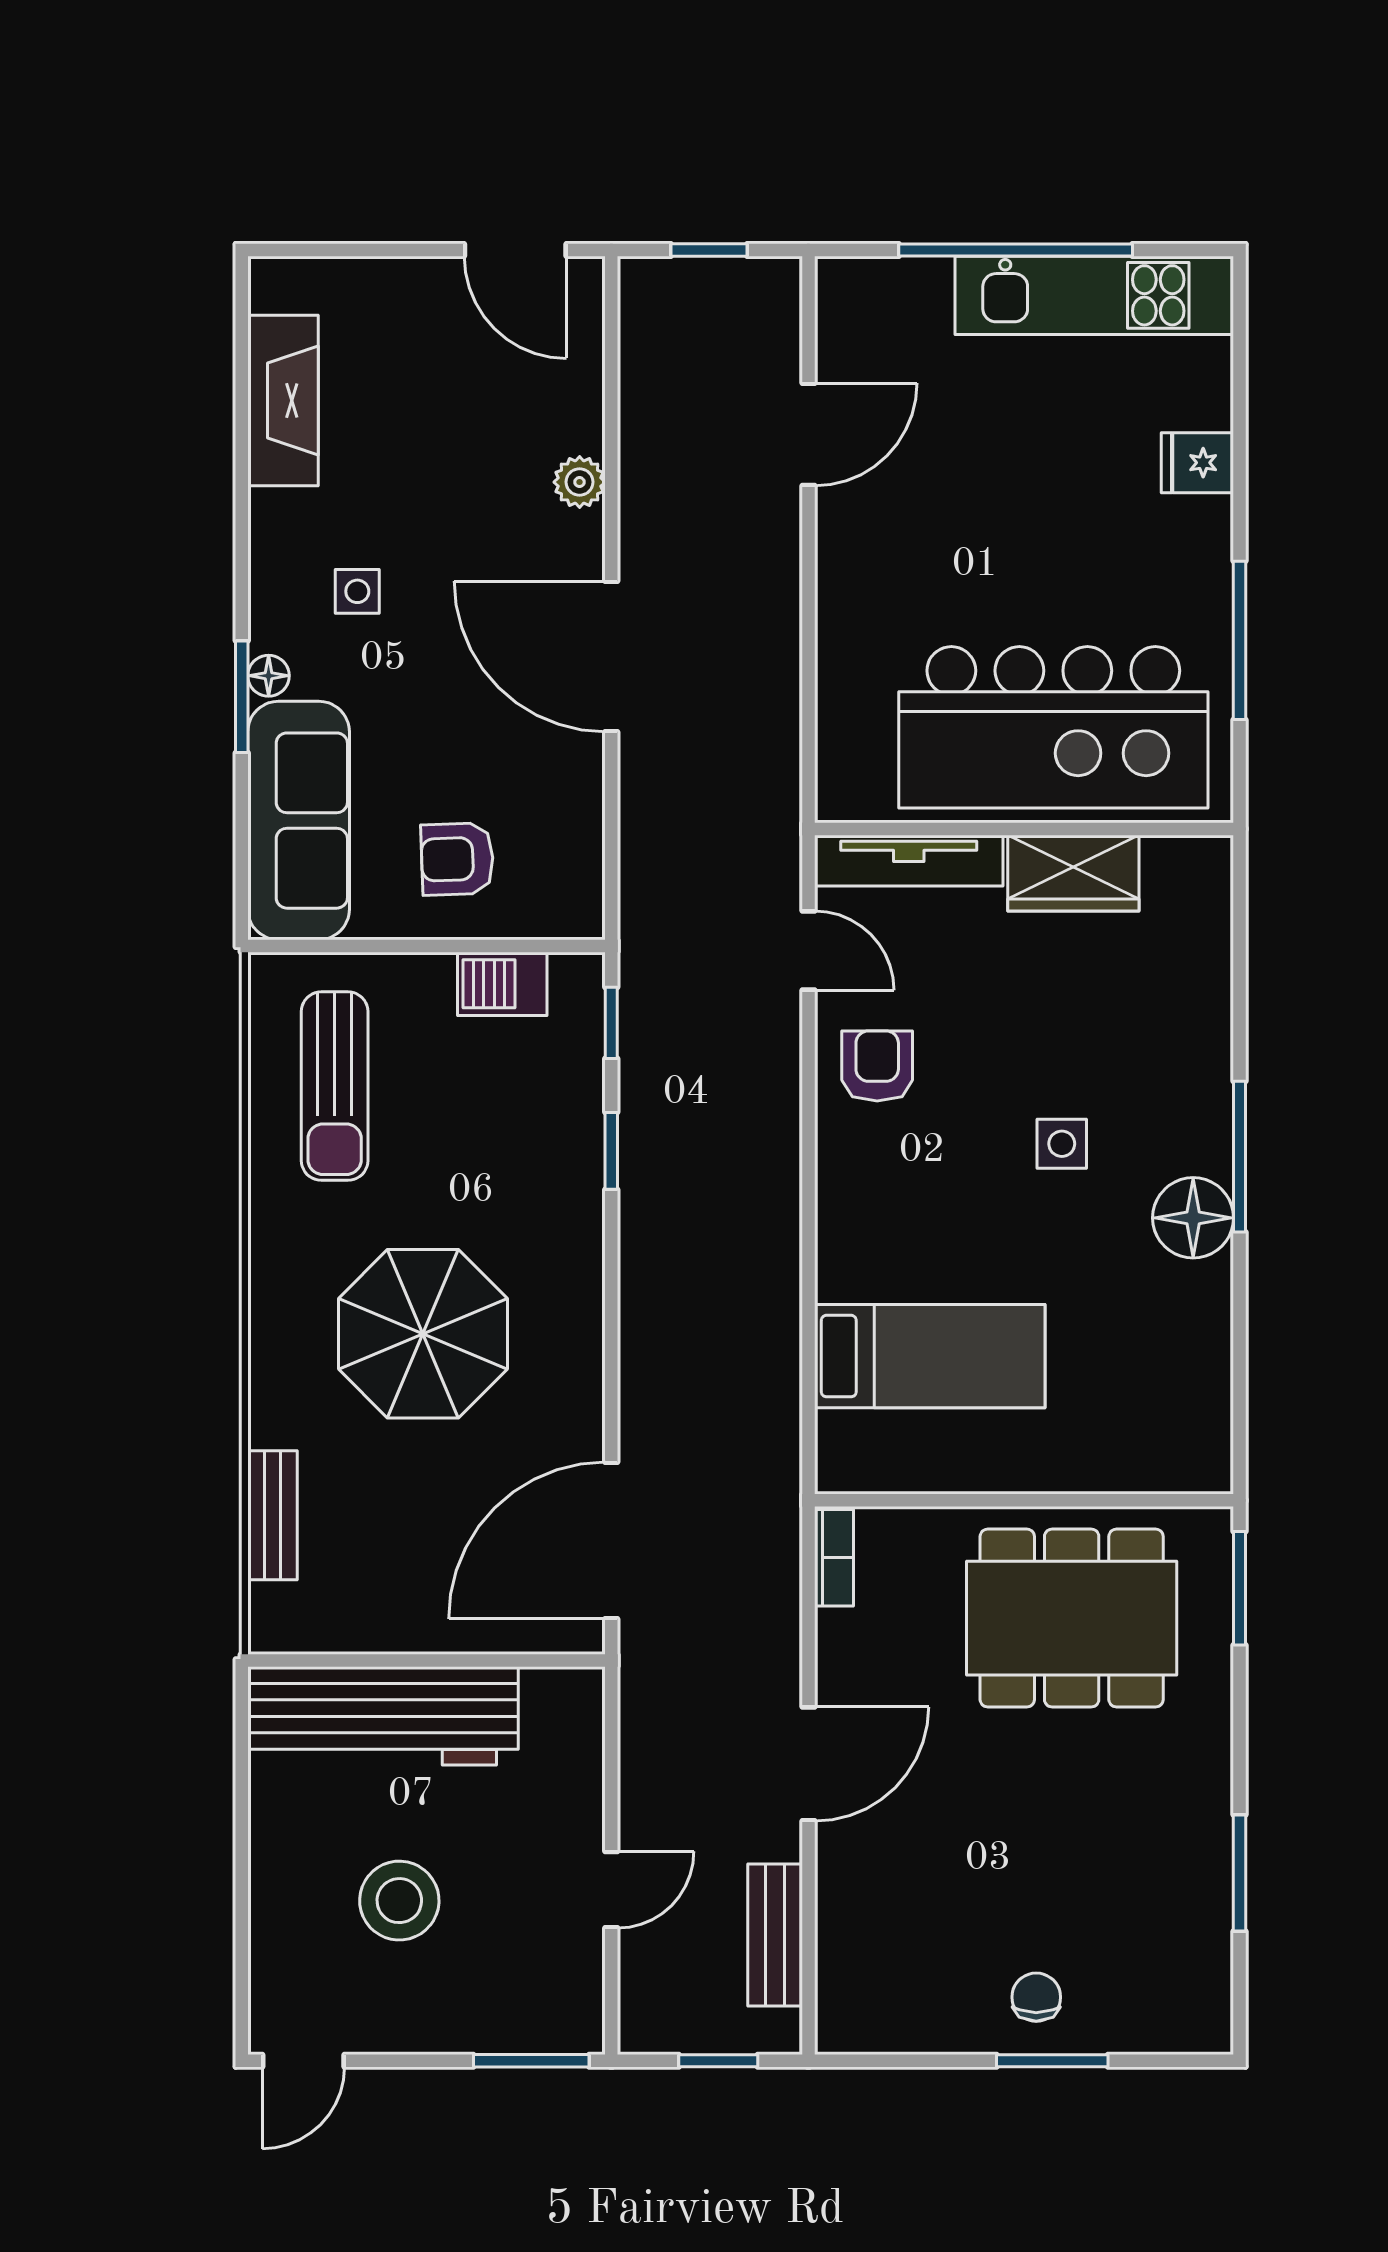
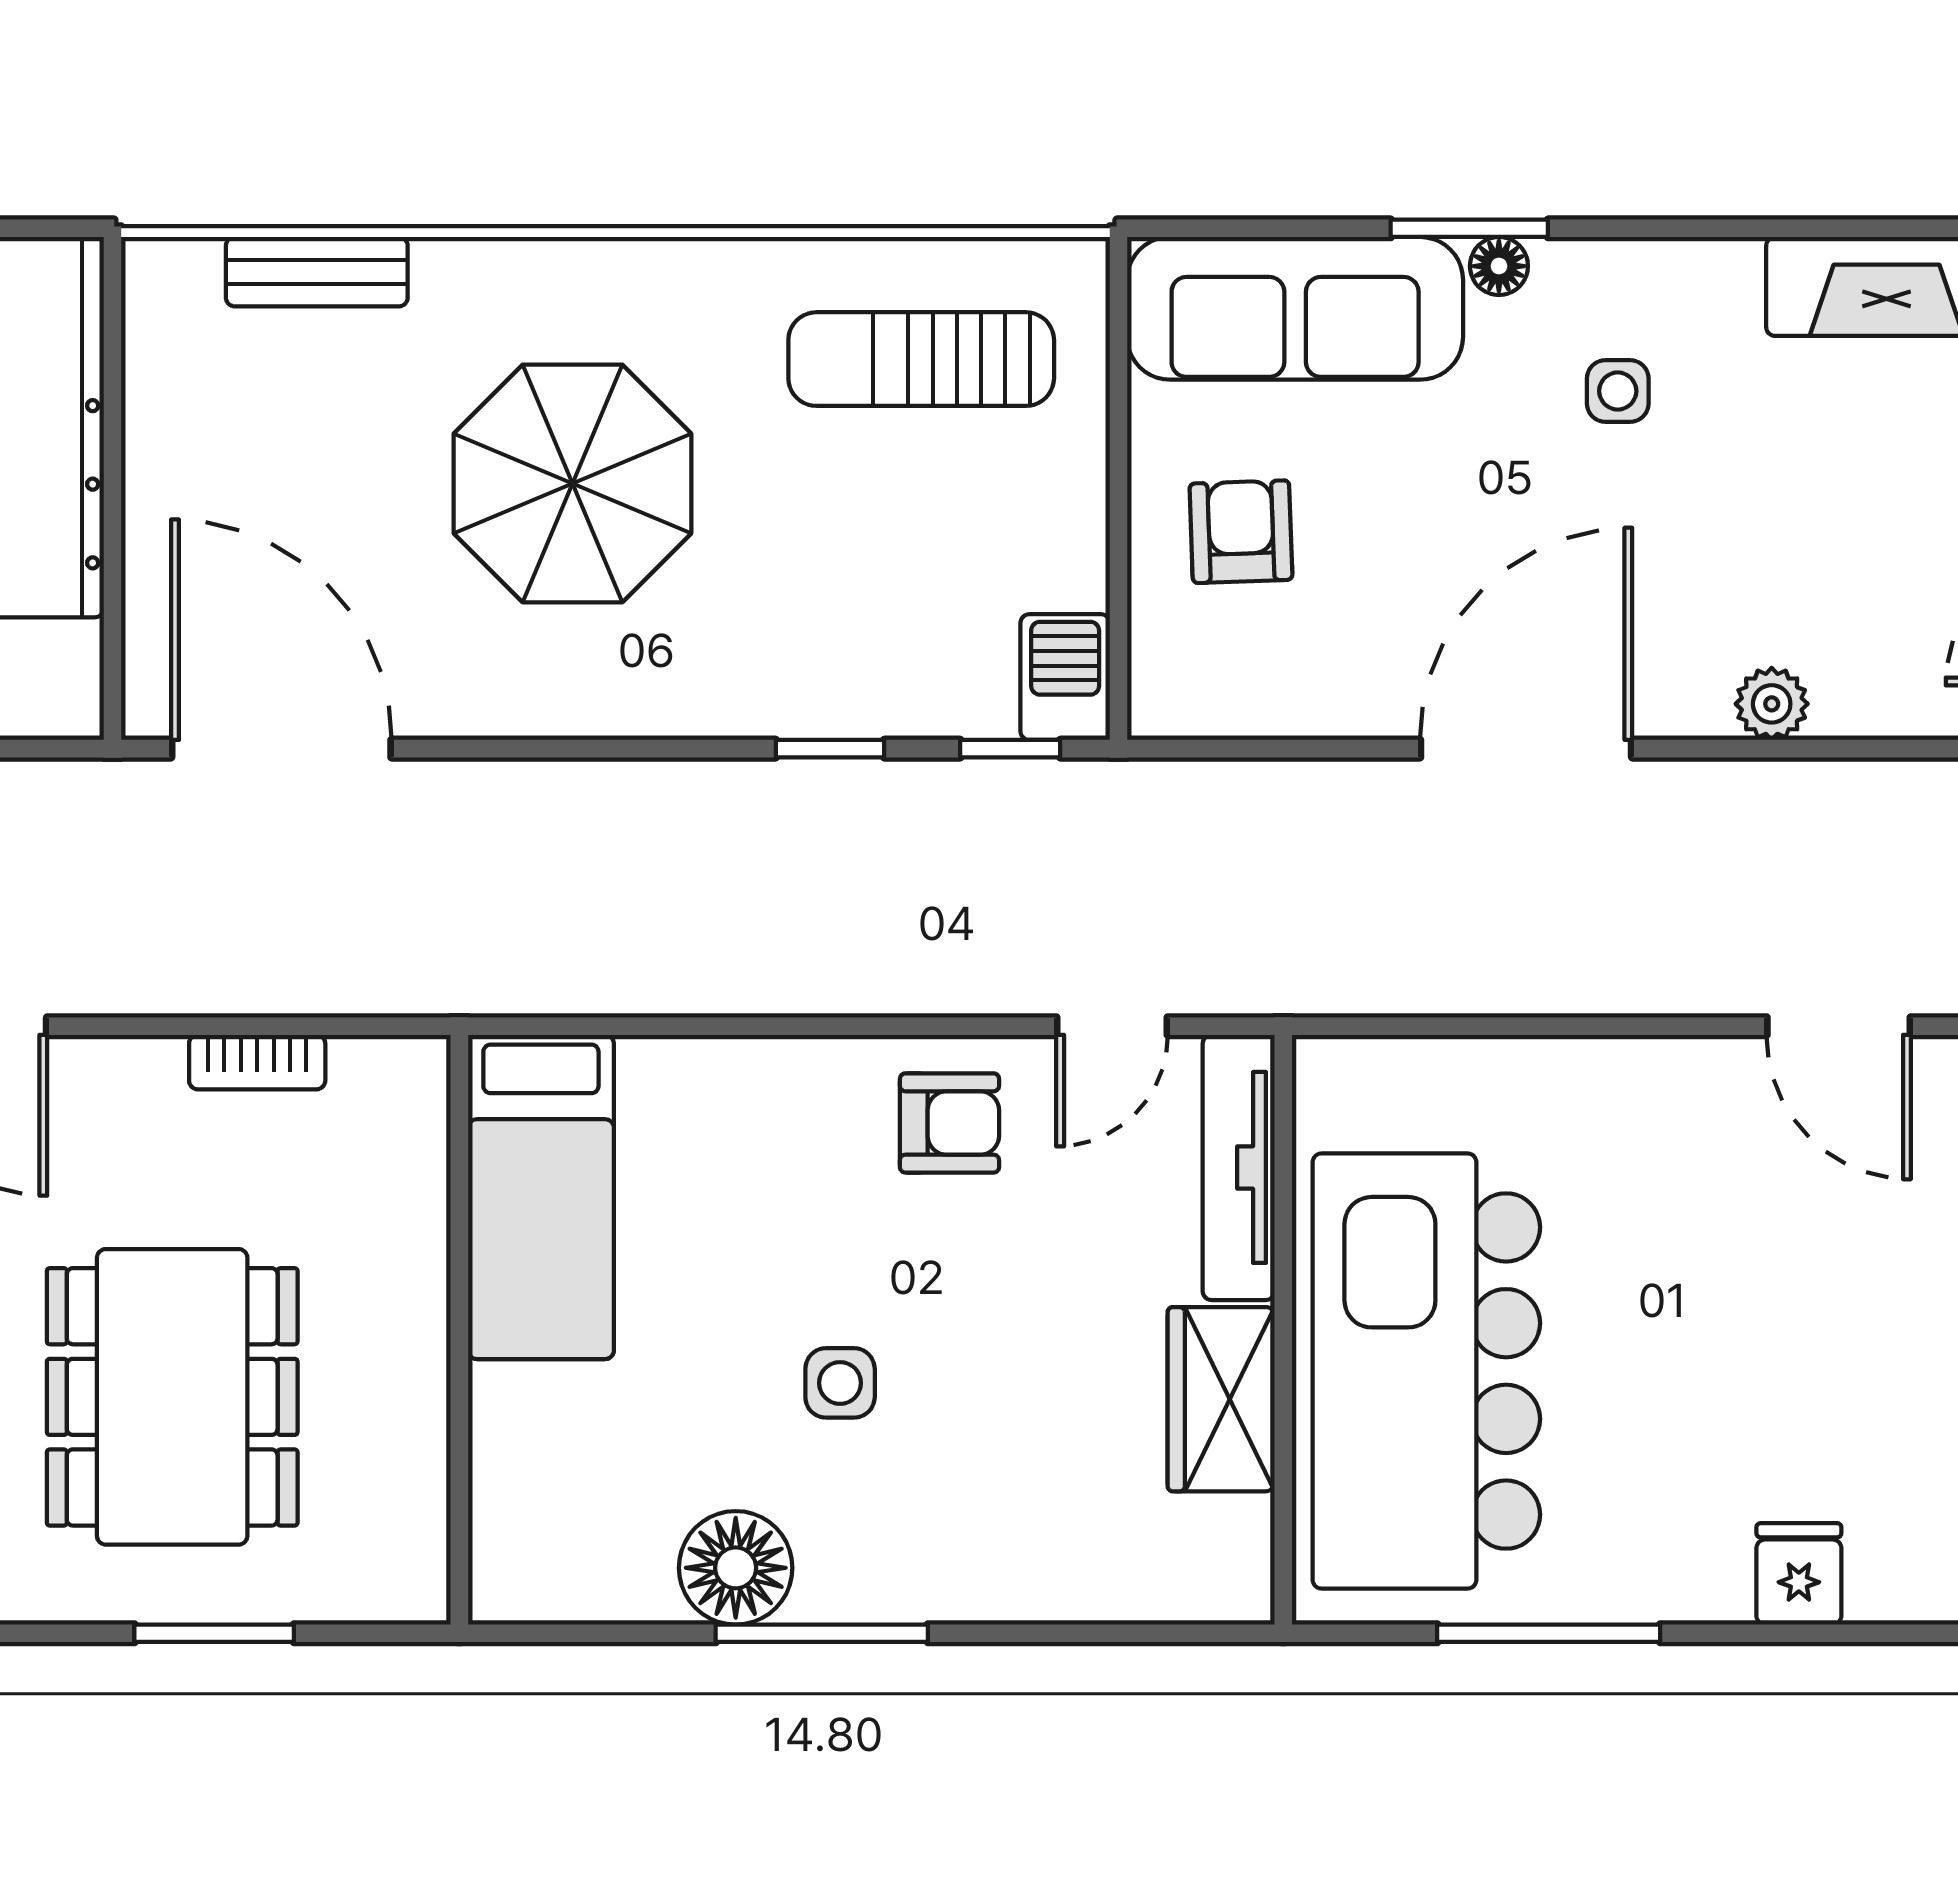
barbecue: (502, 984) -> (1065, 677), moved
wall: (1024, 1500) -> (459, 1330), moved

